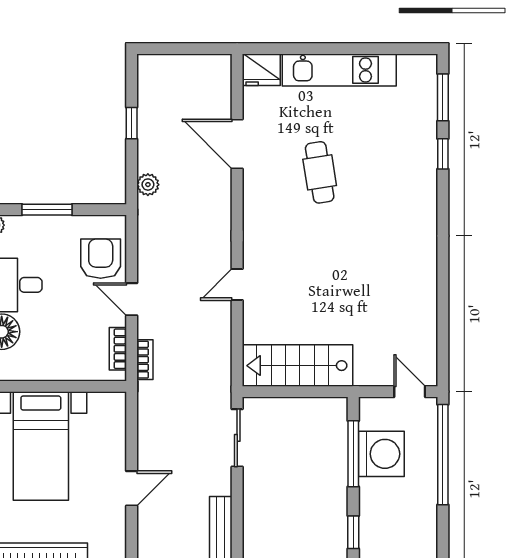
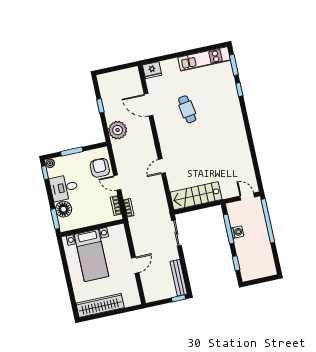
kitchen unit: (339, 70) -> (204, 59), moved
plant: (148, 185) -> (118, 130), width x1.88, depth x1.88
washing machine: (381, 454) -> (237, 232), width x0.53, depth x0.53

